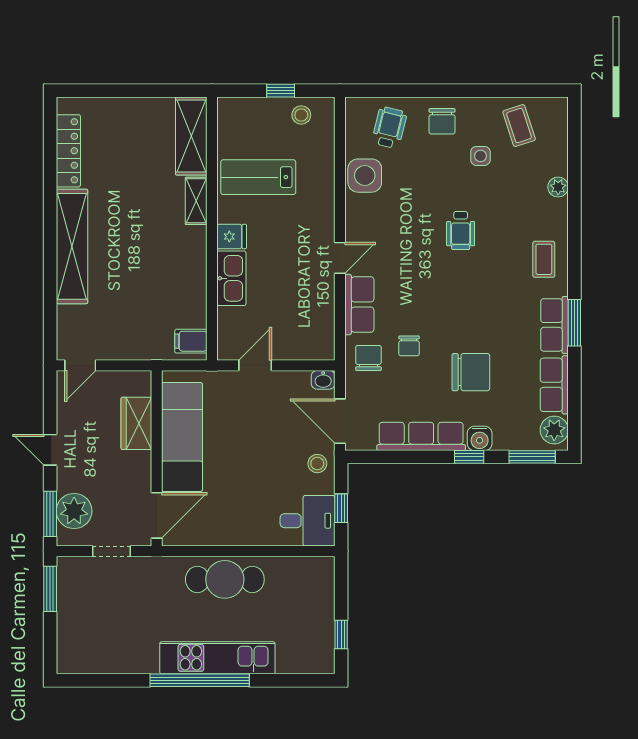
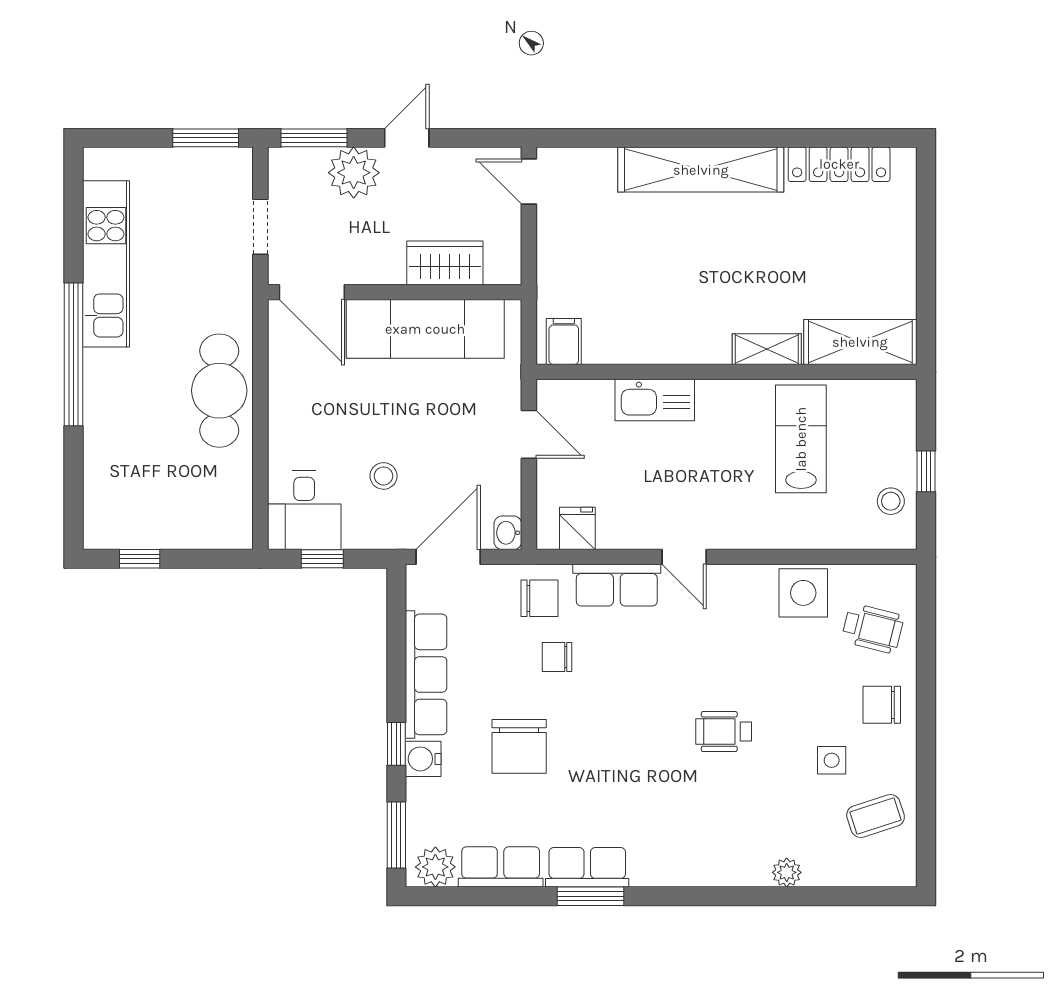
fridge: (232, 237) -> (577, 528), moved, turned 180
coffee table: (544, 259) -> (682, 852), removed
stool: (317, 464) -> (384, 476), moved
plant: (74, 511) -> (354, 173), moved
kitchen unit: (217, 658) -> (106, 264), moved

